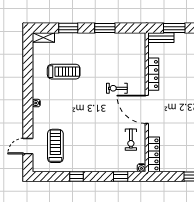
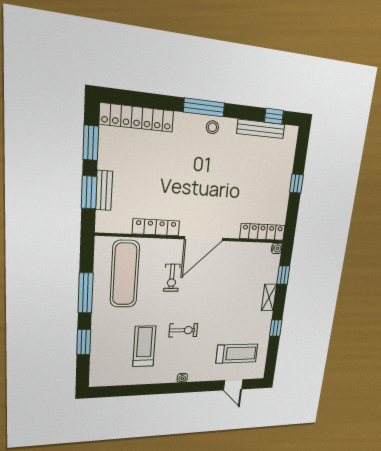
window: (105, 28) -> (85, 293), width x1.44
shelving: (43, 38) -> (269, 298), moved
bench: (161, 38) -> (104, 190), moved
exercise mat: (119, 54) -> (125, 274), added
exercise bike: (131, 140) -> (183, 330), moved
treadmill: (55, 146) -> (237, 354), turned 180

